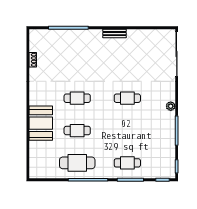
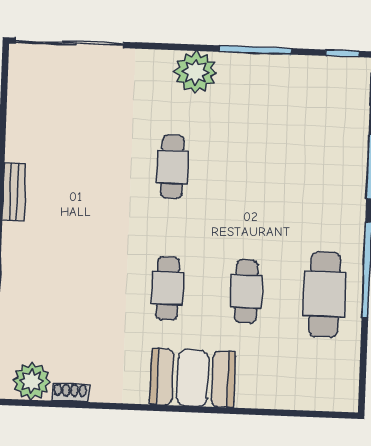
plant: (37, 44) -> (32, 381), added
plant: (171, 106) -> (195, 72), width x1.87, depth x1.87
booth: (41, 123) -> (193, 378), moved
cafe table: (127, 163) -> (329, 173), removed

